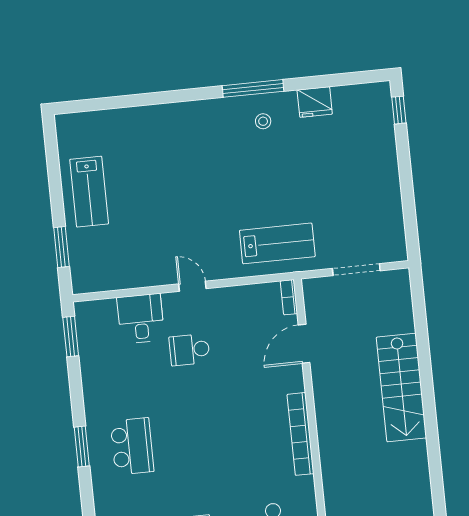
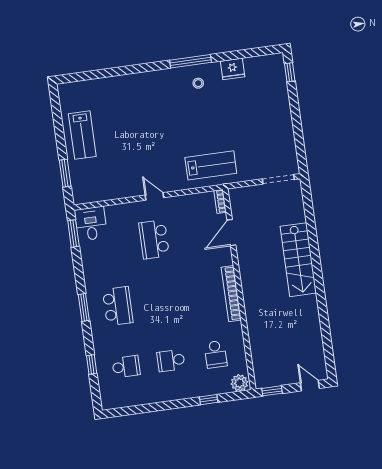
doorway: (356, 270) -> (278, 179), moved
desk: (141, 319) -> (91, 224), moved
school desk: (189, 350) -> (154, 239), width x1.85

